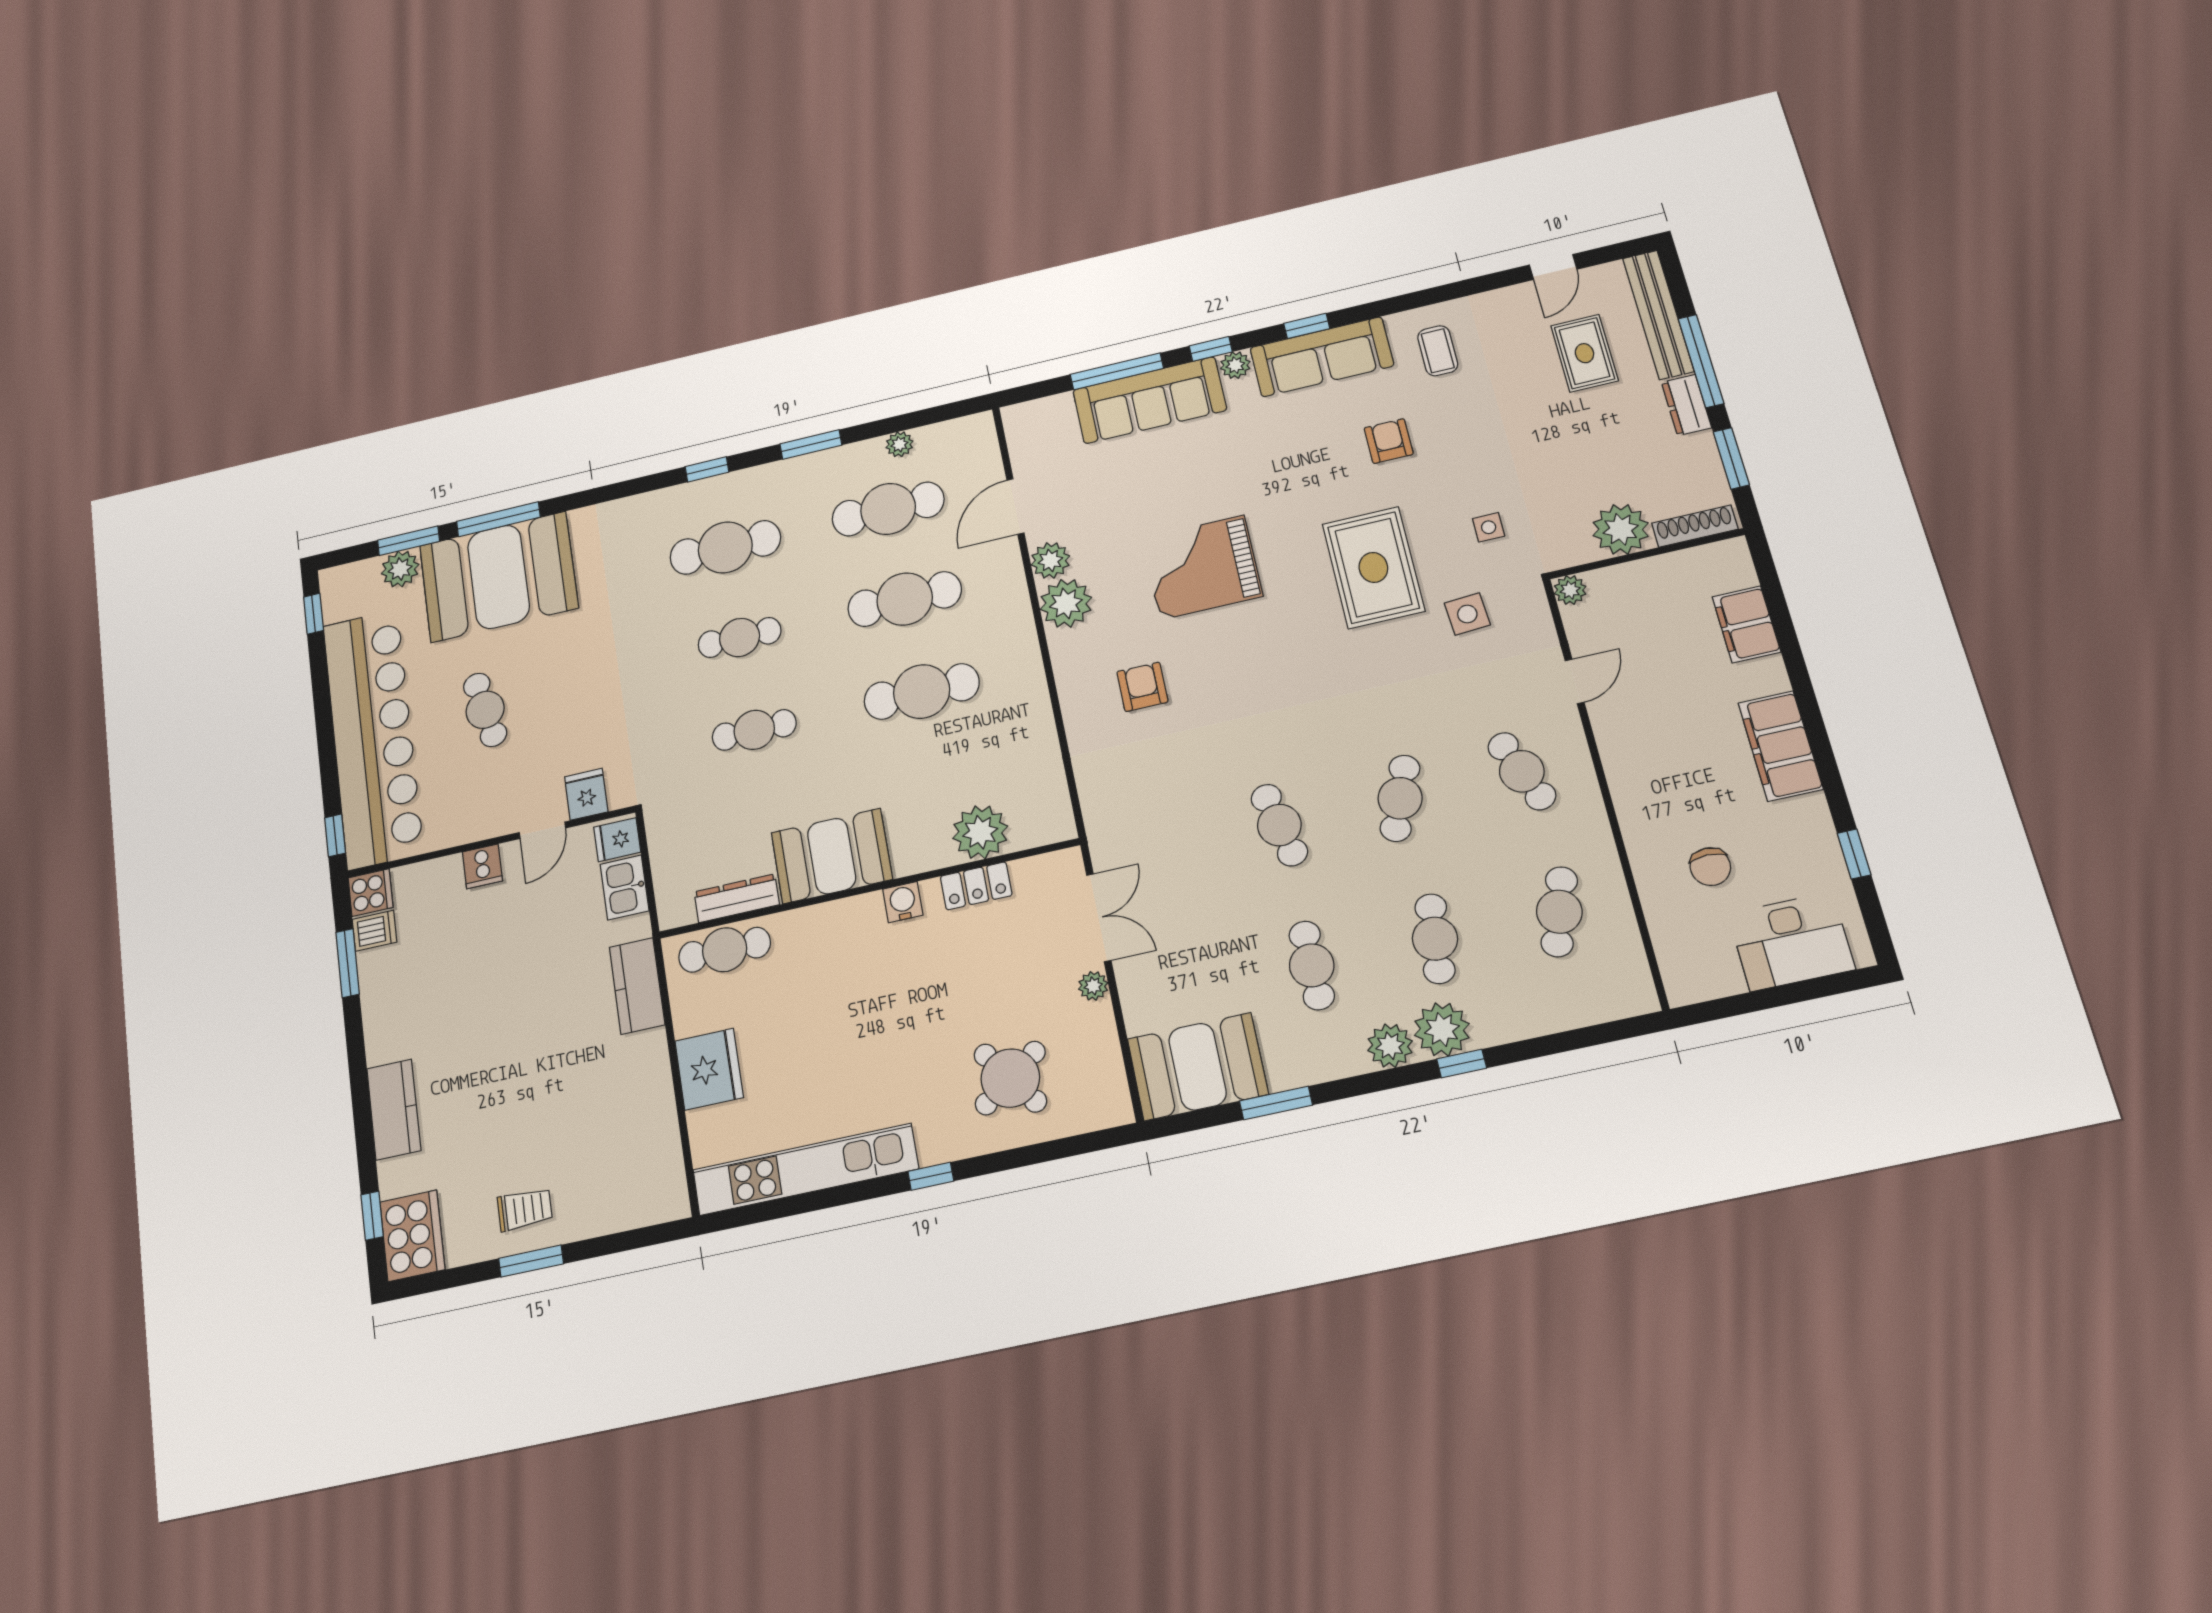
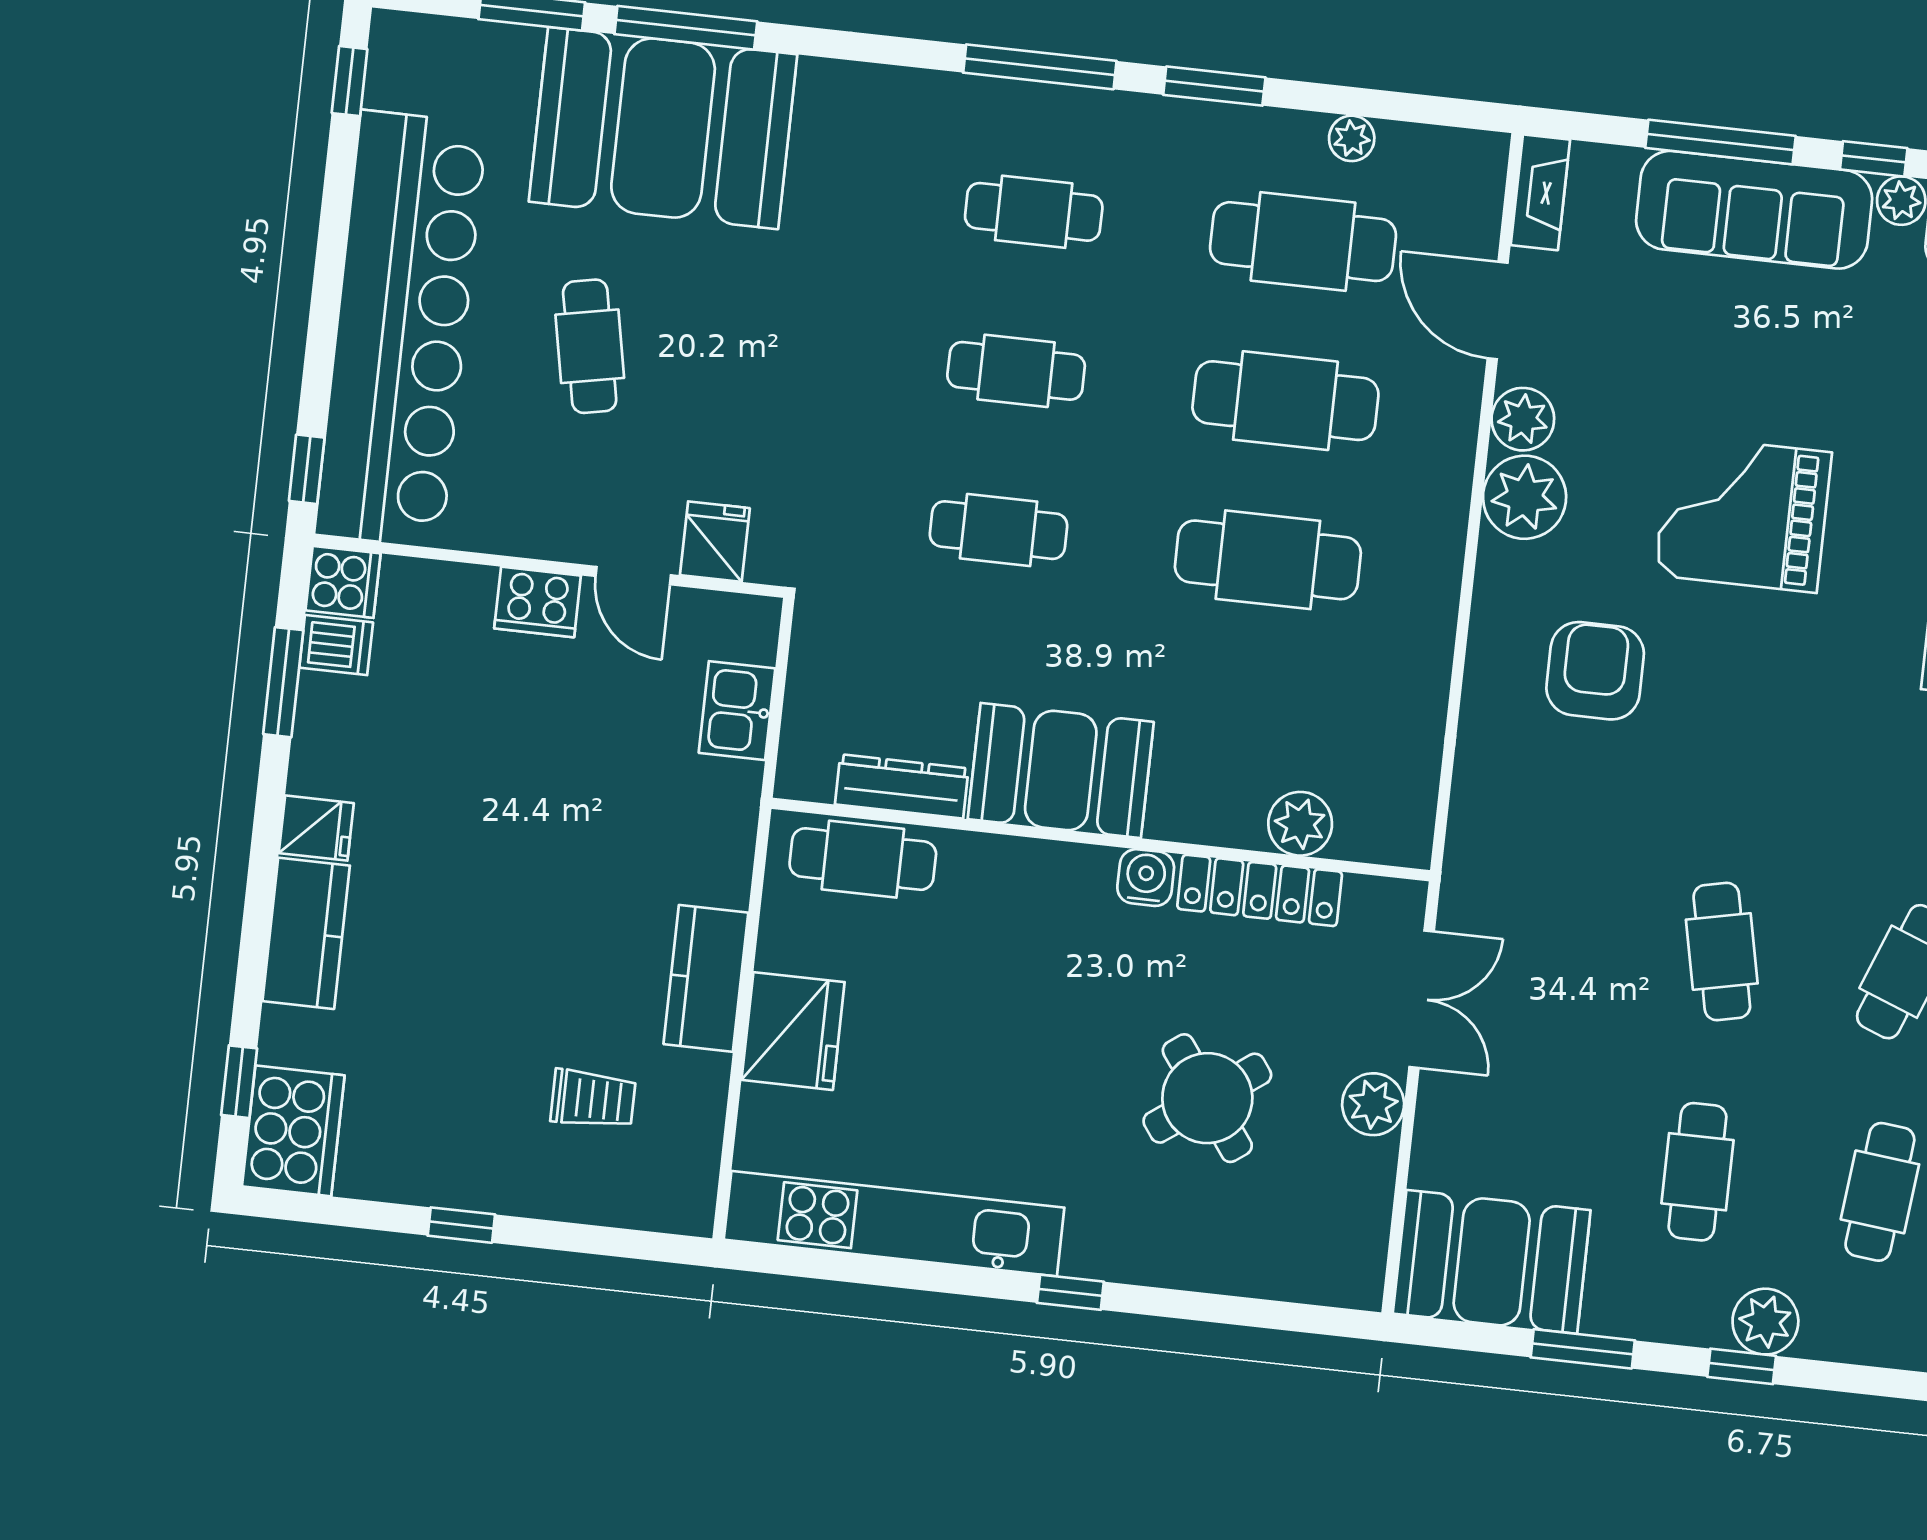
fireplace: (1020, 435) -> (1540, 192), added
window: (707, 469) -> (1040, 67), width x2.17
door: (1015, 506) -> (1498, 311), hinge flipped
cafe table: (725, 547) -> (1034, 212), width x0.73, depth x0.74
plant: (400, 569) -> (507, 55), removed
armchair: (1142, 687) -> (1595, 671), width x1.38, depth x1.38
door: (542, 830) -> (633, 576), hinge flipped
plant: (980, 832) -> (1300, 824), width x0.73, depth x0.73
fridge: (617, 840) -> (316, 828), moved, turned 180
cooker: (482, 866) -> (538, 602), width x1.36
locker: (976, 886) -> (1260, 890), width x1.53
kitchen counter: (637, 986) -> (706, 978), moved
plant: (1093, 986) -> (1373, 1104), width x1.38, depth x1.38
plant: (1442, 1029) -> (1844, 1323), removed
window: (1462, 1064) -> (1742, 1366), moved
round table: (1010, 1078) -> (1207, 1098), moved
trolley: (525, 1209) -> (593, 1099), moved
window: (531, 1261) -> (461, 1225), width x0.67

